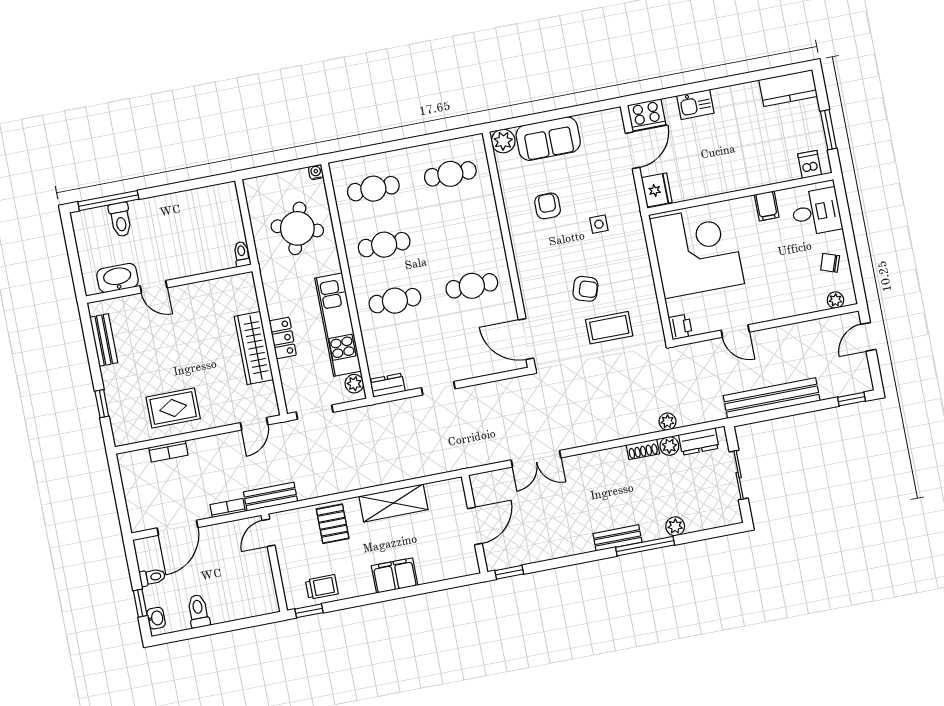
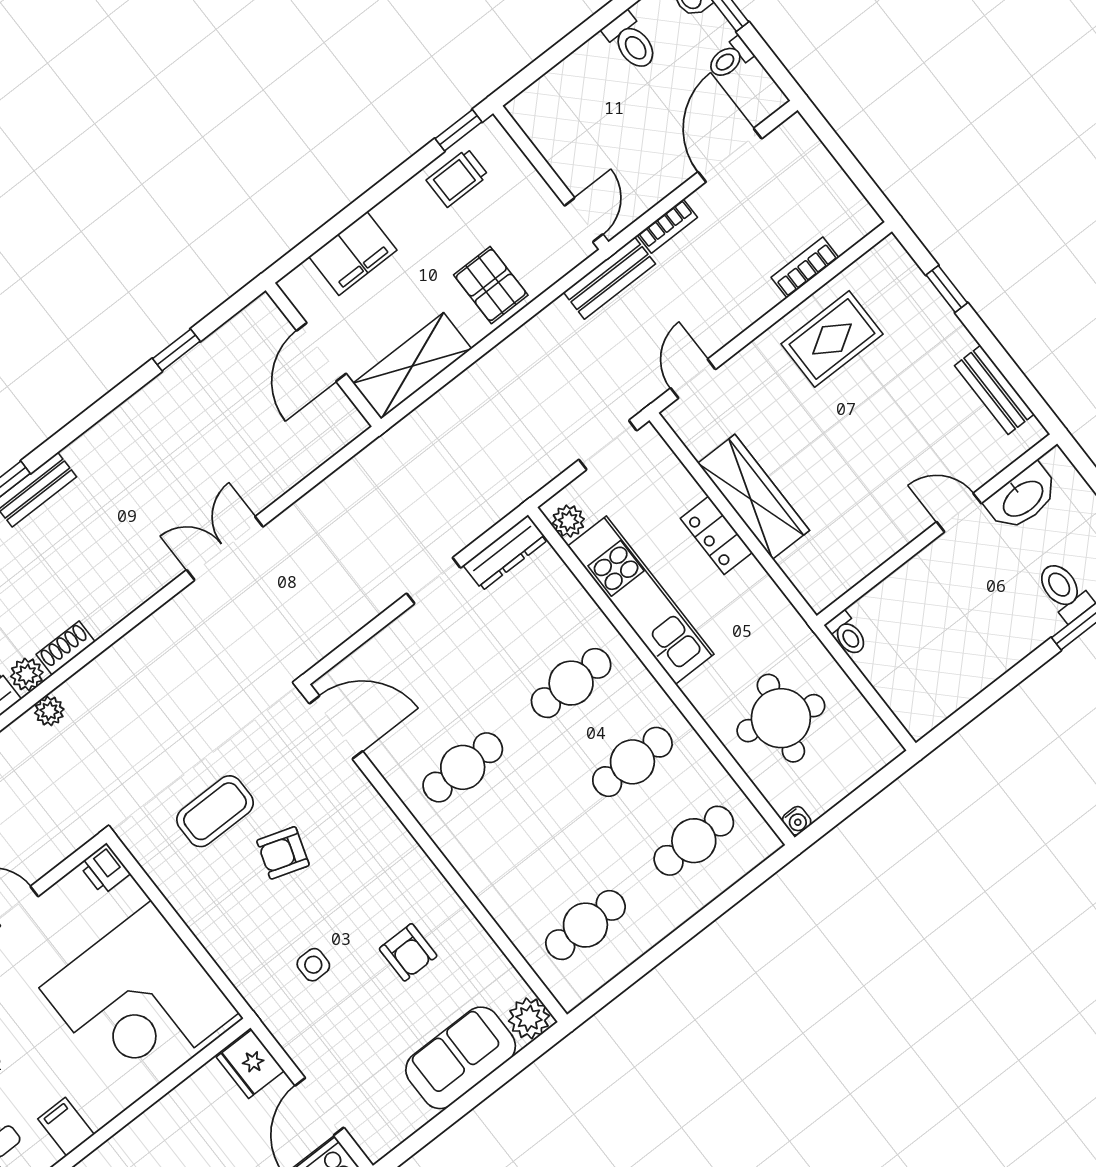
dresser: (387, 385) -> (505, 553), width x1.44
wall: (475, 524) -> (323, 355), moved
door: (475, 526) -> (321, 352), moved

